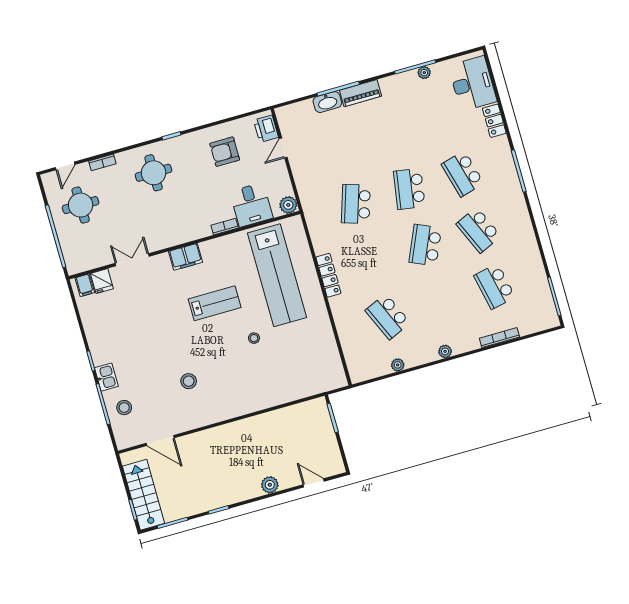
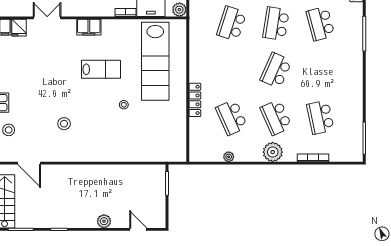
school desk: (479, 230) -> (276, 117), moved
locker: (328, 275) -> (195, 100), moved
plant: (445, 351) -> (273, 152), width x1.87, depth x1.87

